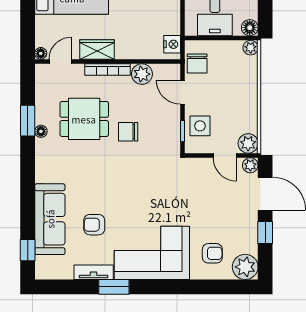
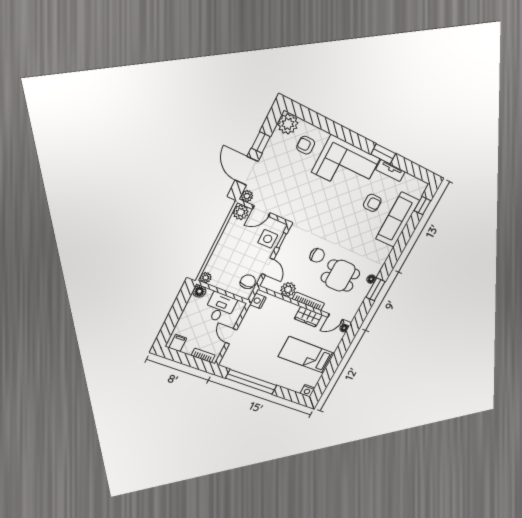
door: (225, 155) -> (261, 211), swing flipped

